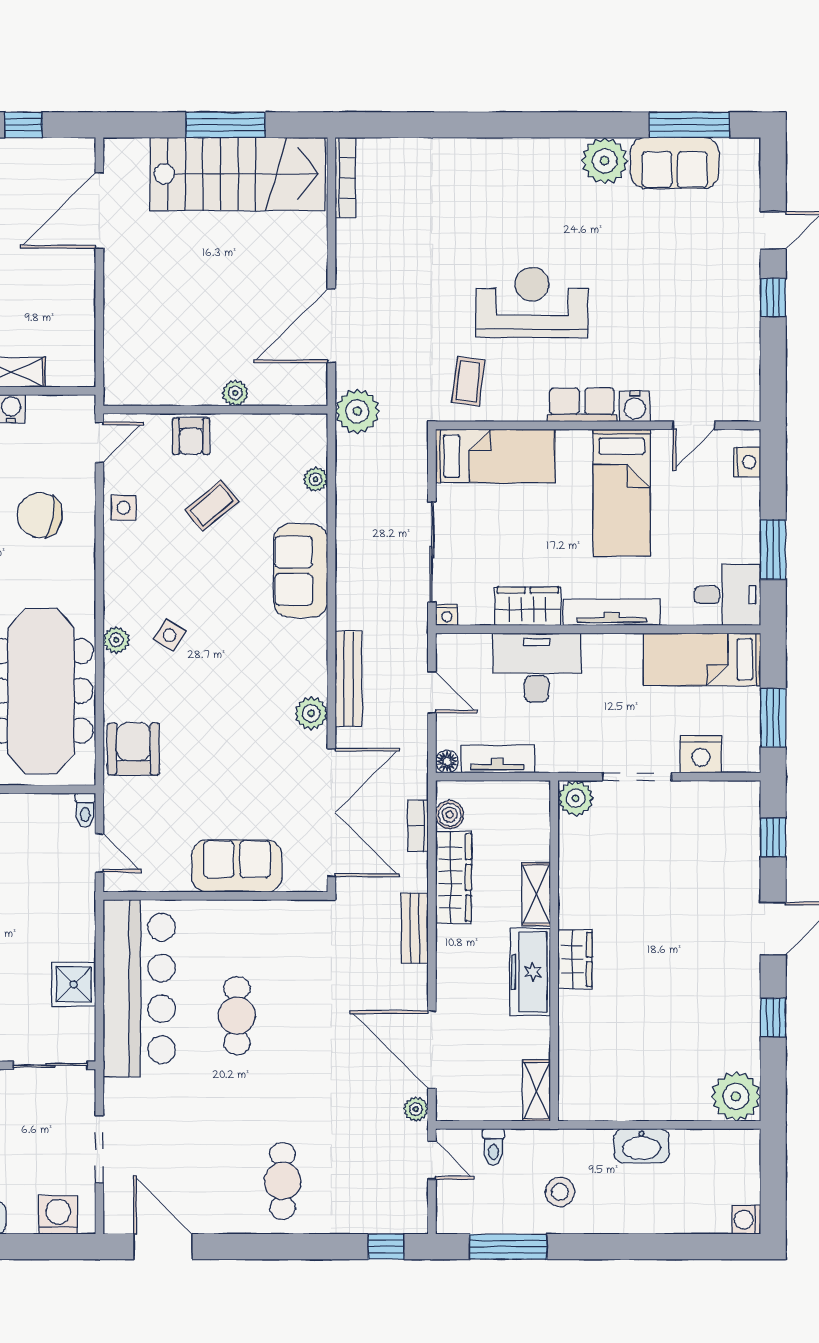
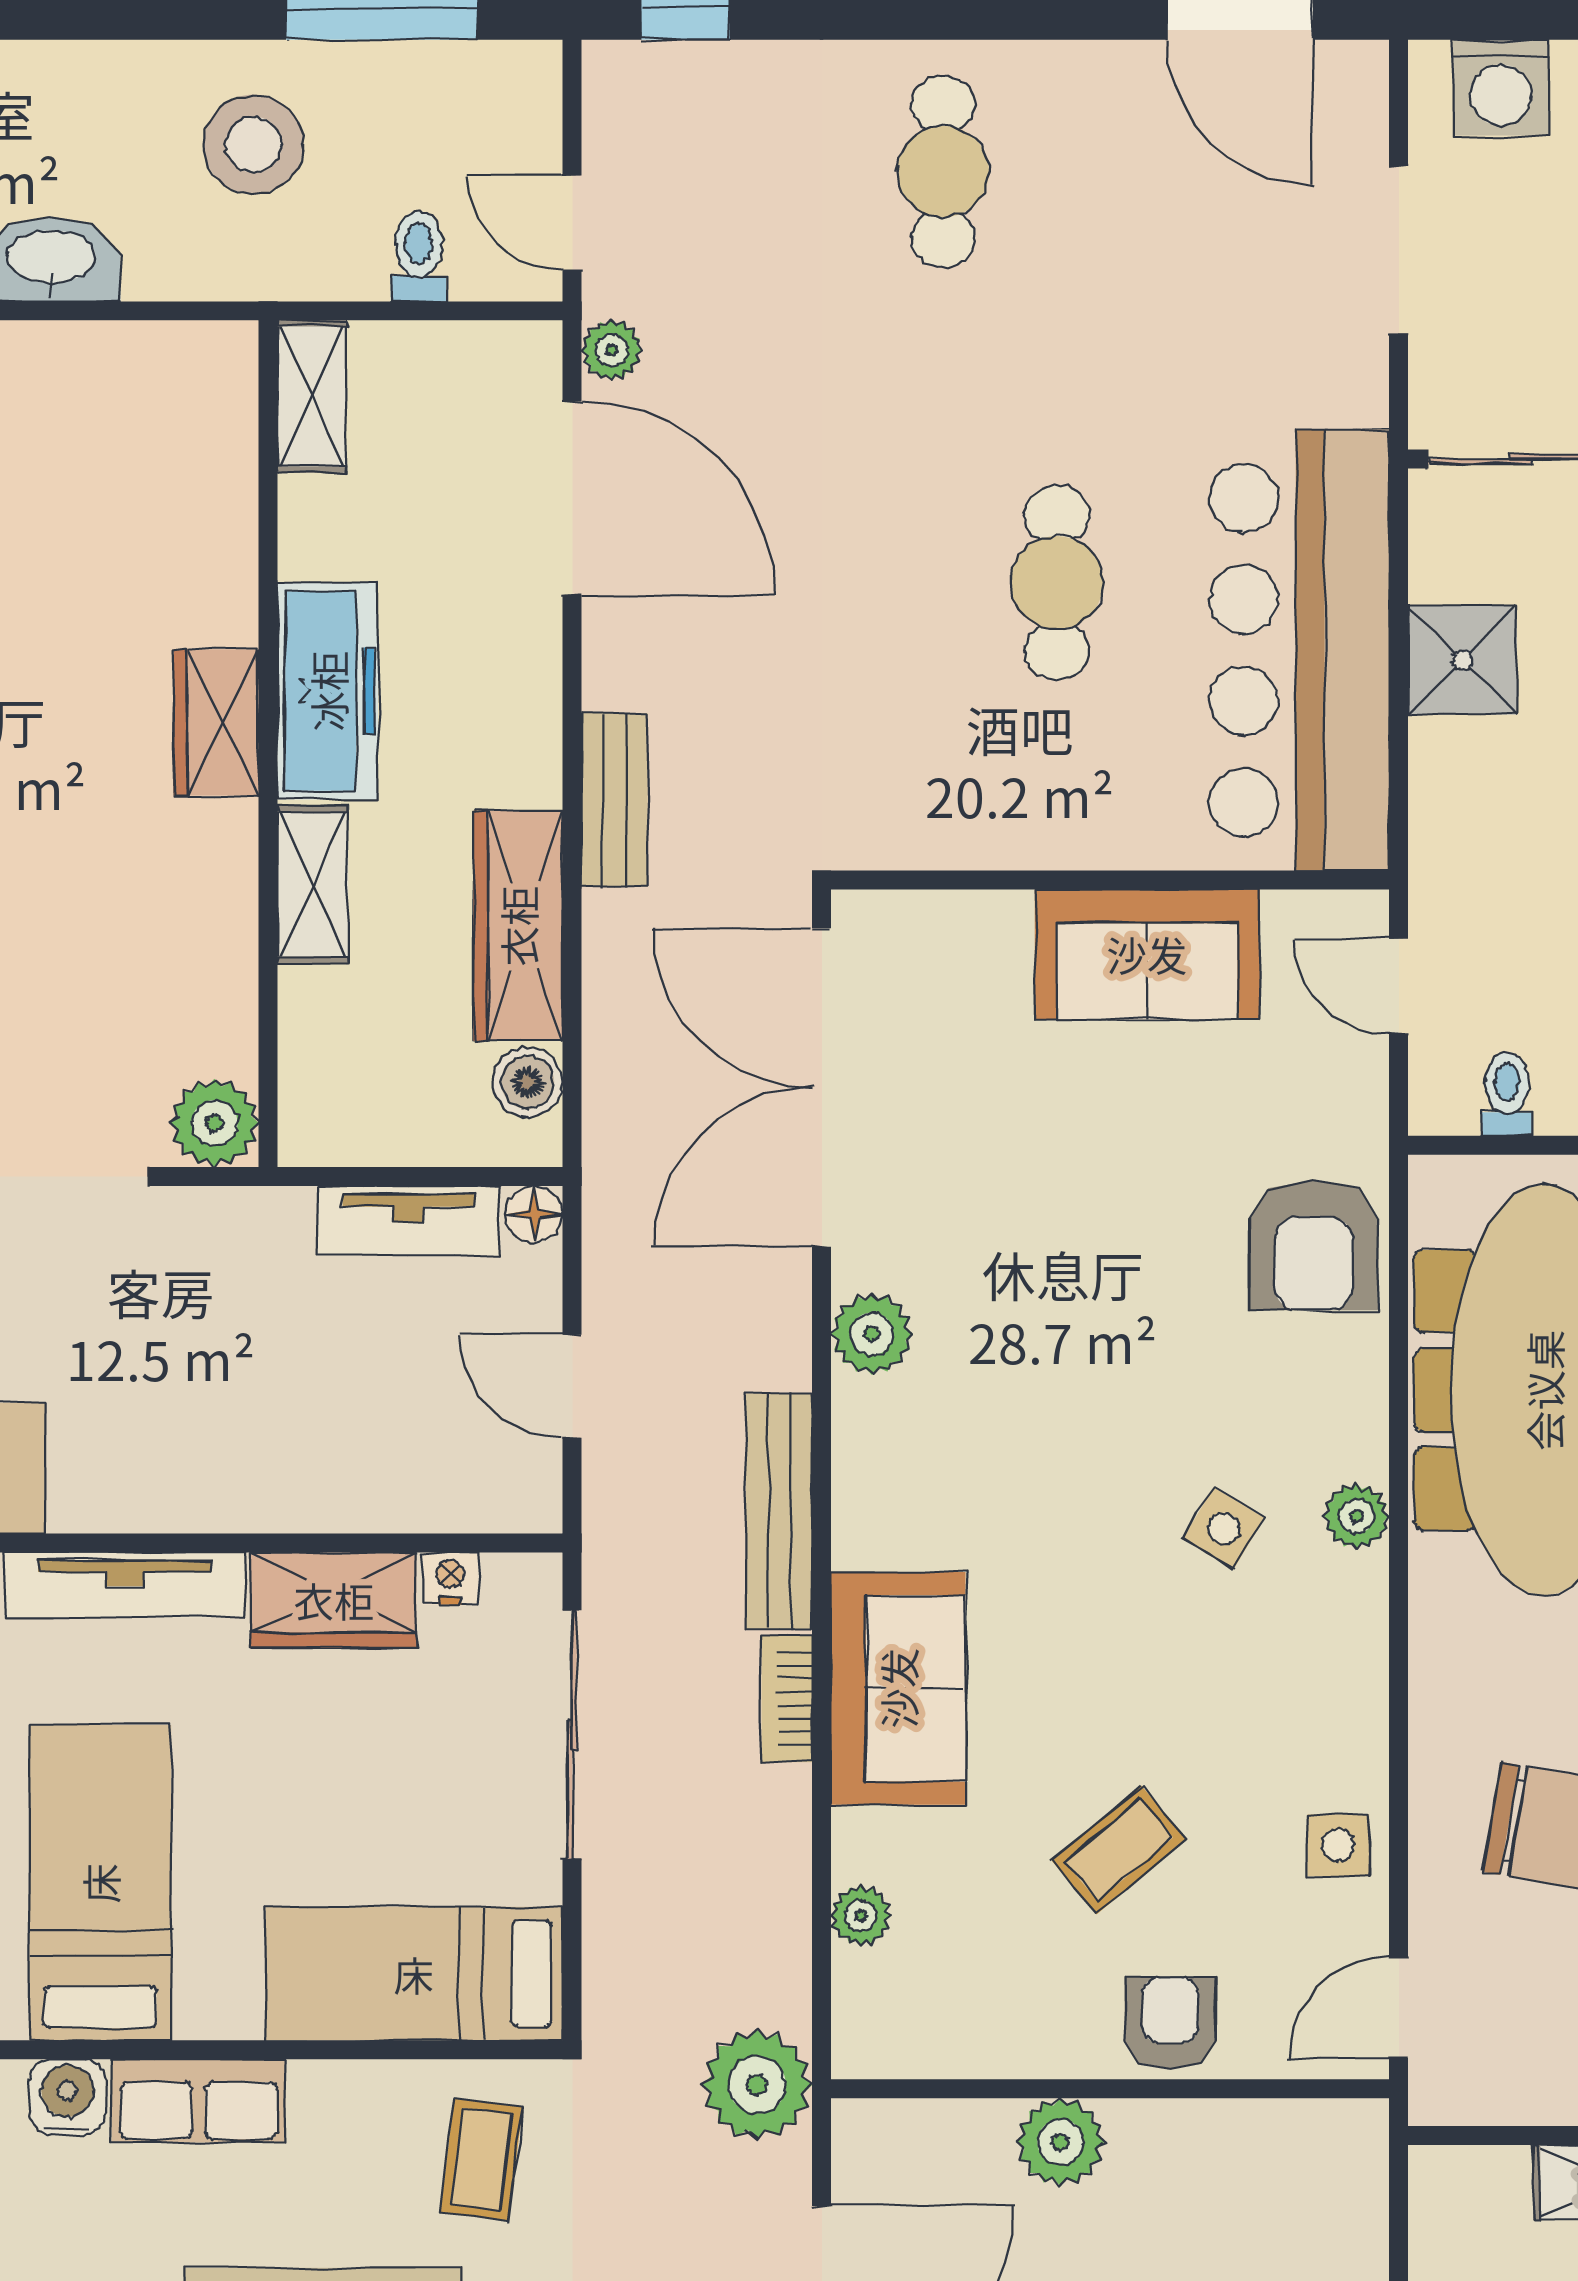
plant: (235, 393) -> (1060, 2142), width x1.38, depth x1.38
nightstand: (447, 615) -> (450, 1578), moved
desk: (537, 668) -> (311, 1448), removed
bench: (348, 679) -> (779, 1511), moved
toilet: (85, 810) -> (1507, 1094), moved
bookcase: (418, 826) -> (787, 1699), moved, turned 180
sofa: (237, 866) -> (1147, 954), moved
stool: (560, 1192) -> (253, 144), width x1.38, depth x1.38

